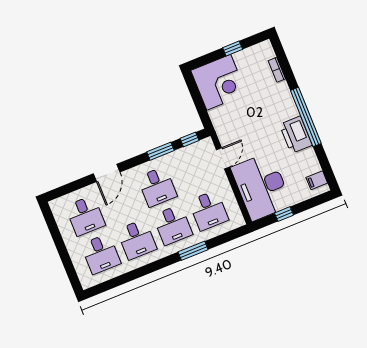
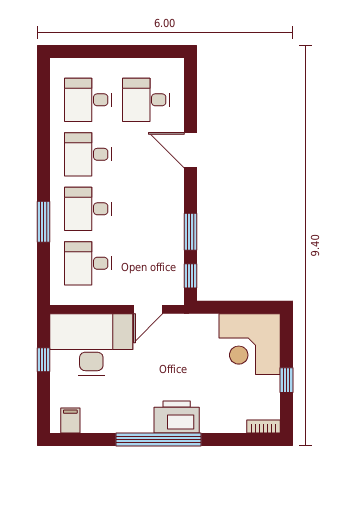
bookcase: (277, 70) -> (264, 426), moved
printer: (296, 135) -> (177, 417), moved
door: (223, 158) -> (148, 309), hinge flipped
desk: (157, 187) -> (146, 209), removed

